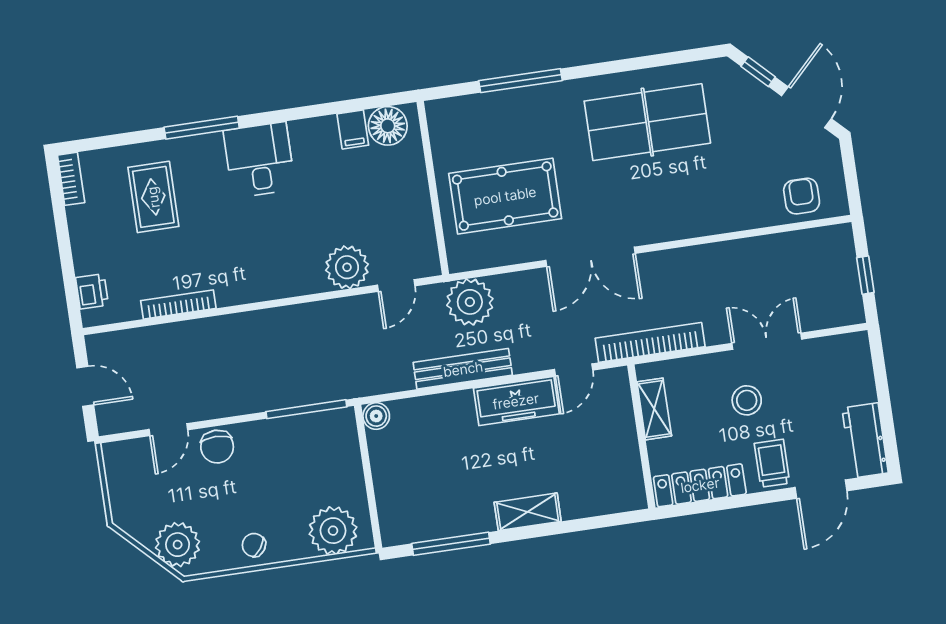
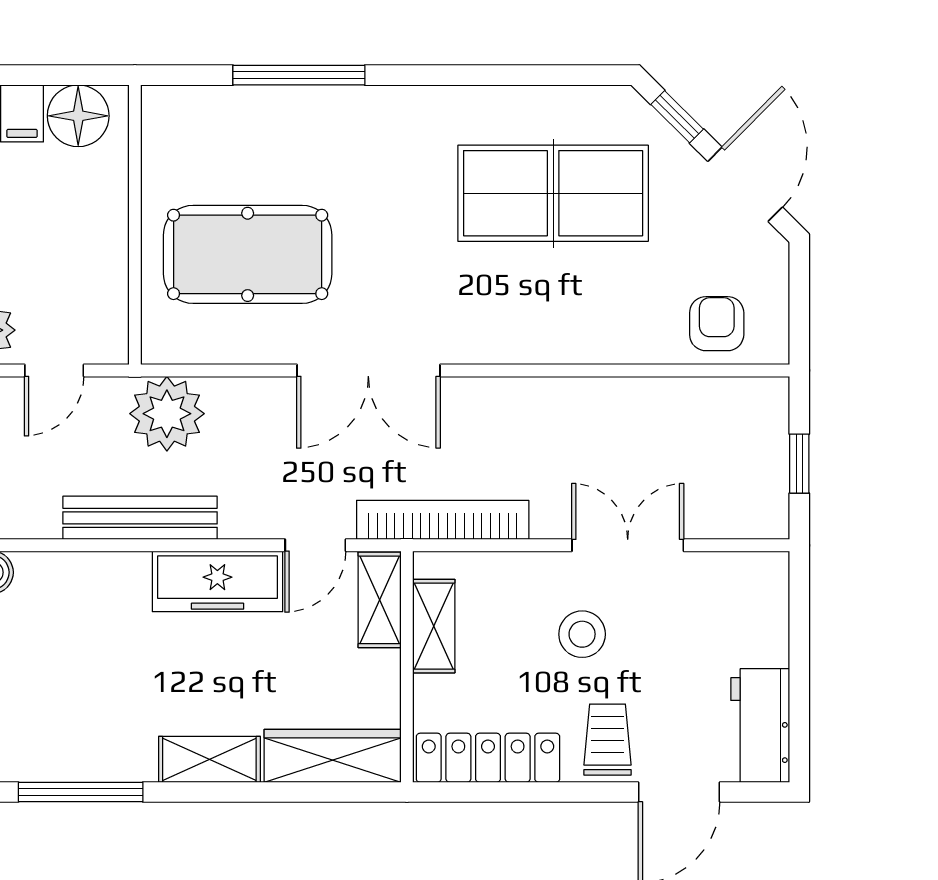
table tennis table: (647, 122) -> (553, 193), moved
shelving: (618, 398) -> (380, 600), added
wardrobe: (604, 498) -> (333, 756), added

